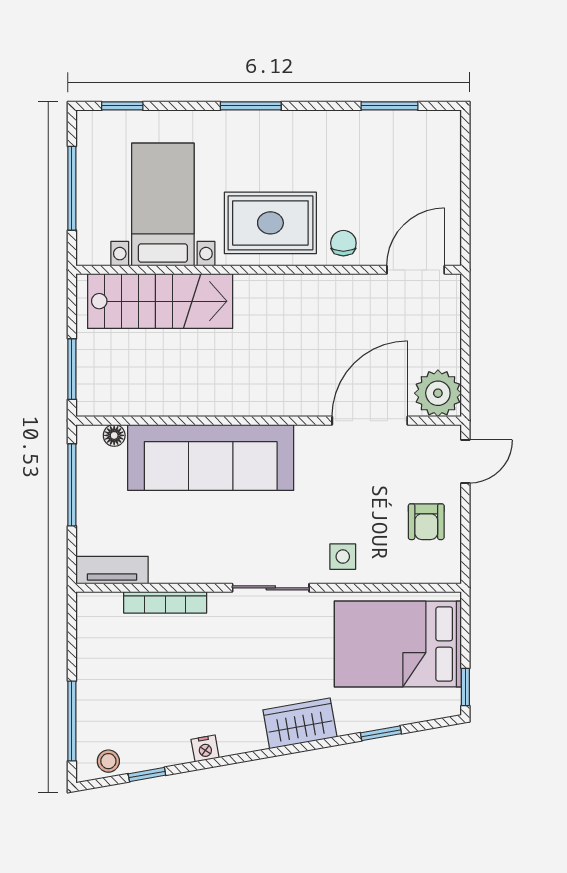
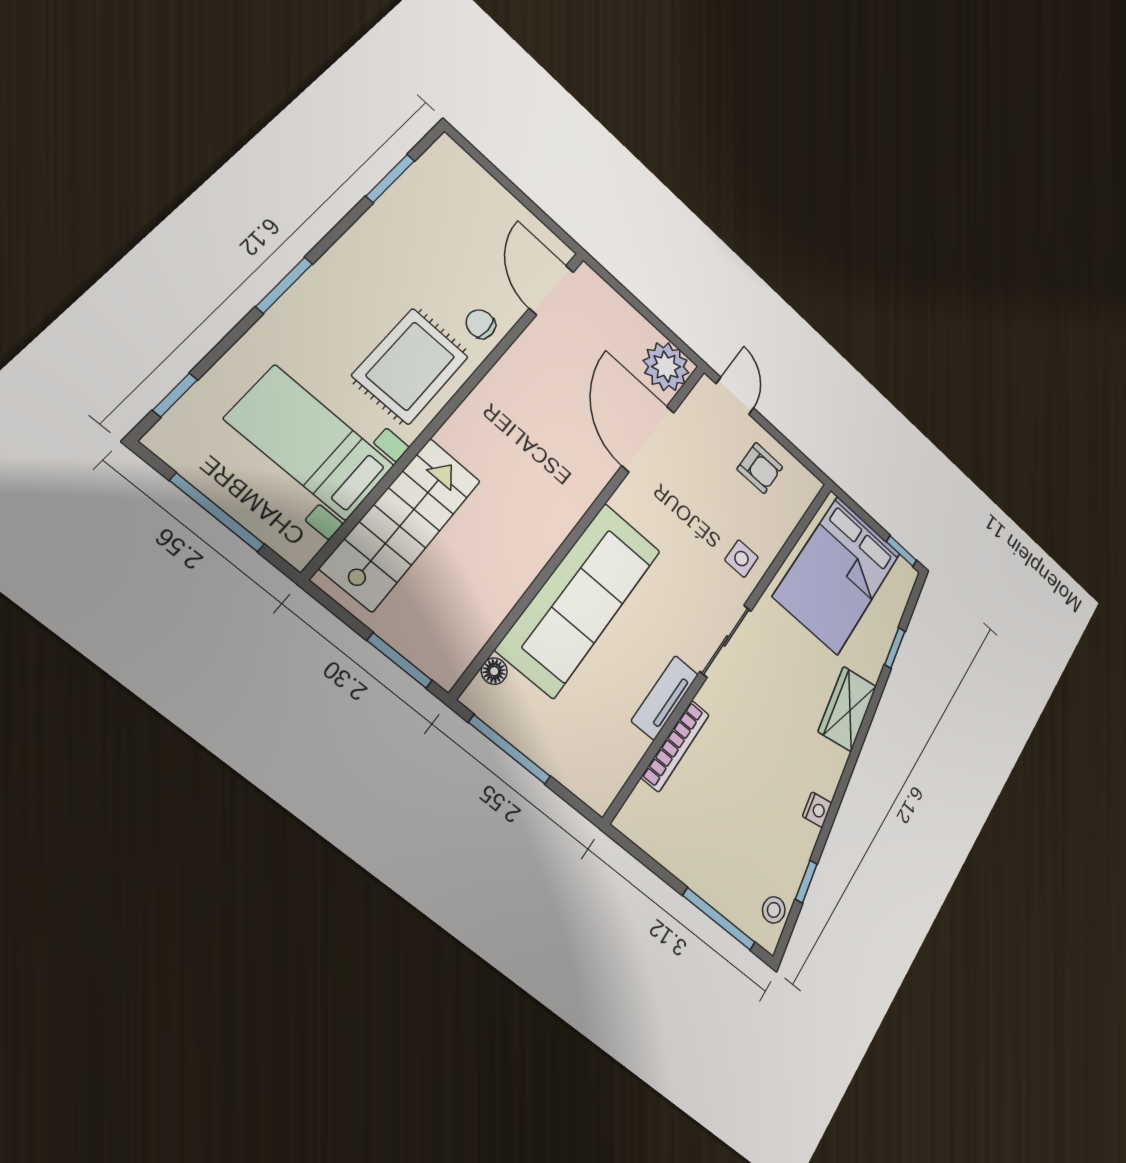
tv unit: (112, 570) -> (665, 698), moved

